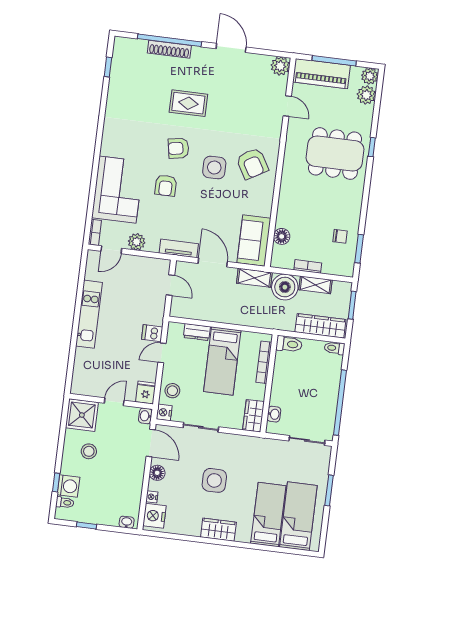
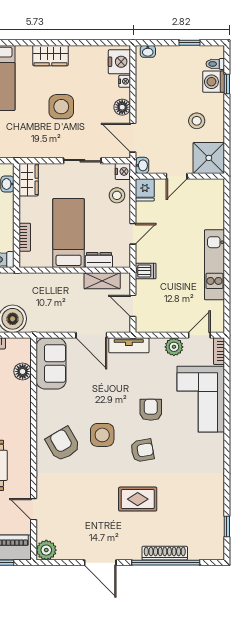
shelving: (254, 278) -> (102, 281), moved
dishwasher: (152, 333) -> (146, 271), moved
bookcase: (264, 362) -> (25, 237), width x0.64

